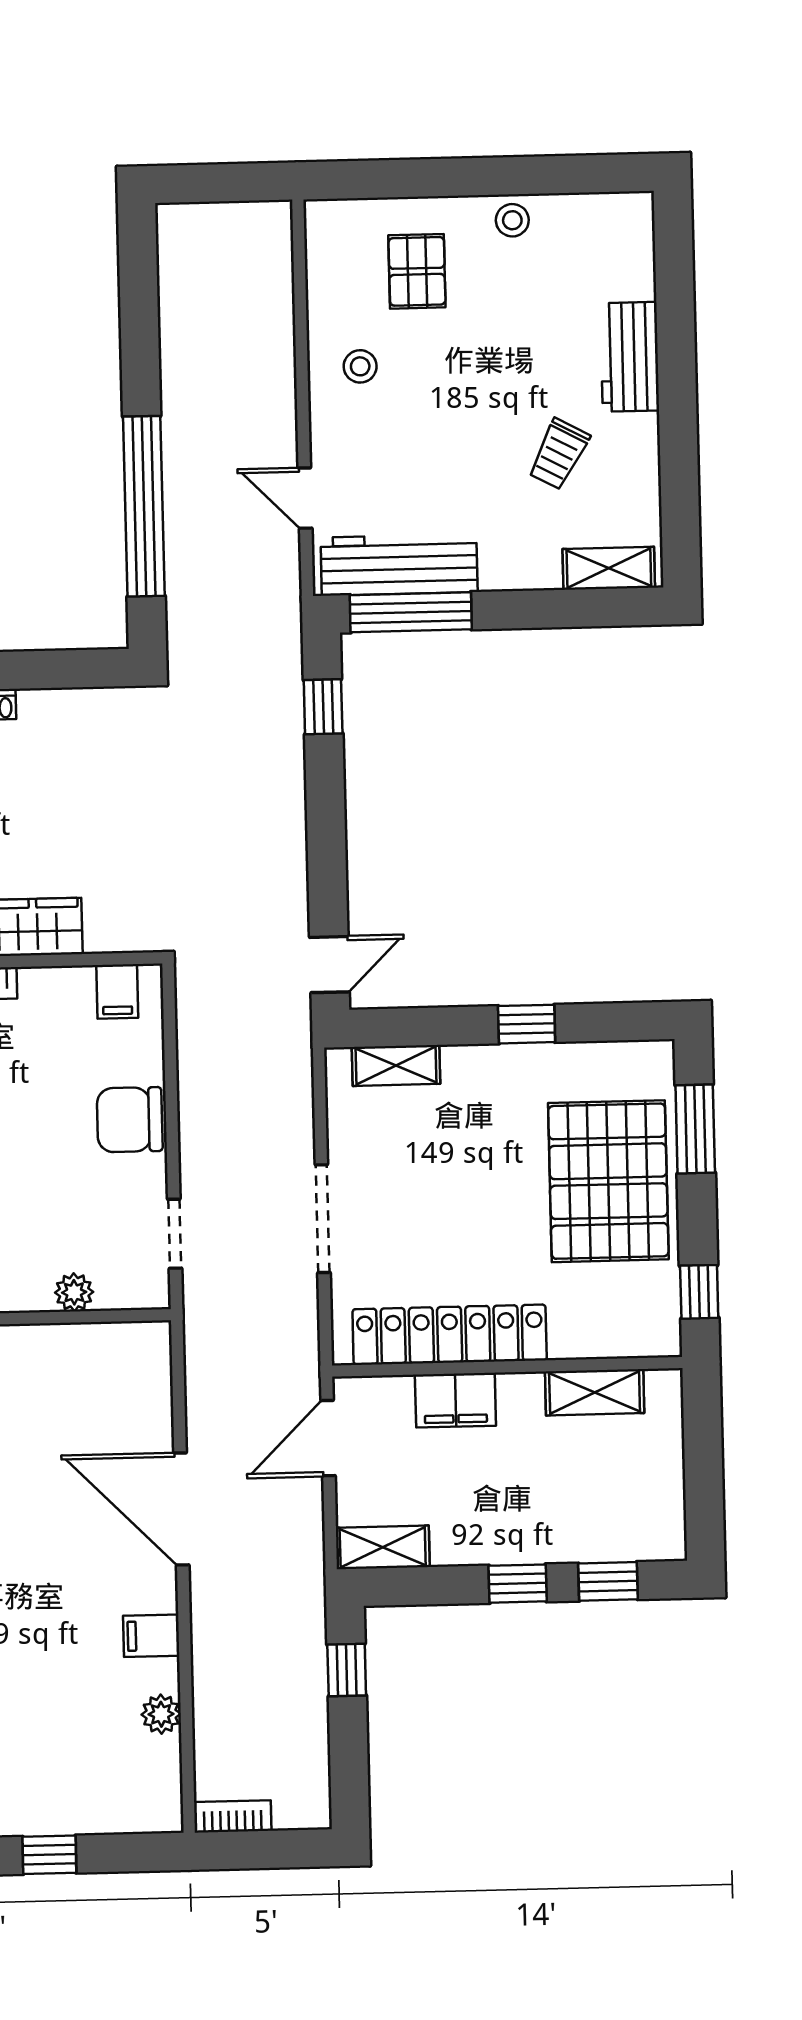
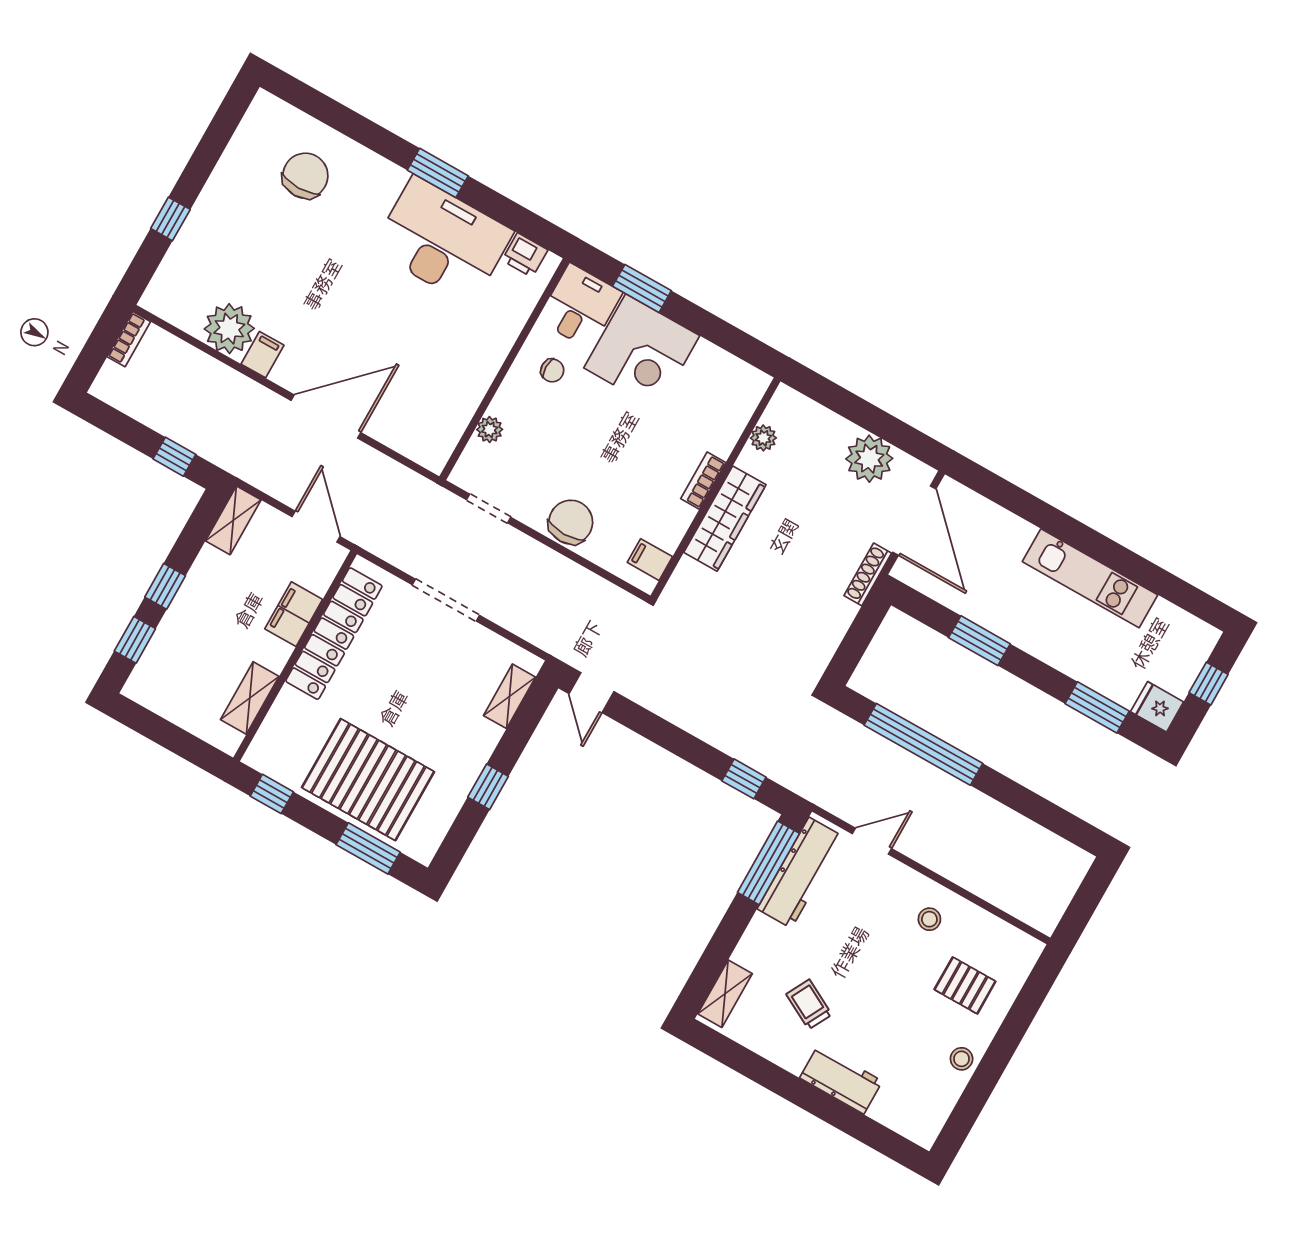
plant: (161, 1714) -> (229, 329), width x1.87, depth x1.87

